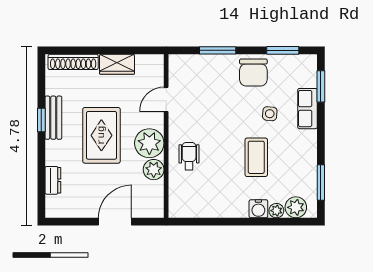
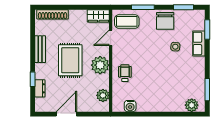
wardrobe: (117, 64) -> (98, 16), moved
window: (41, 120) -> (33, 79), moved
coffee table: (256, 157) -> (127, 21), moved, turned 90
plant: (154, 170) -> (103, 95), moved
water cooler: (258, 209) -> (130, 106), moved
plant: (276, 211) -> (179, 107), removed
door: (115, 222) -> (66, 114), moved

